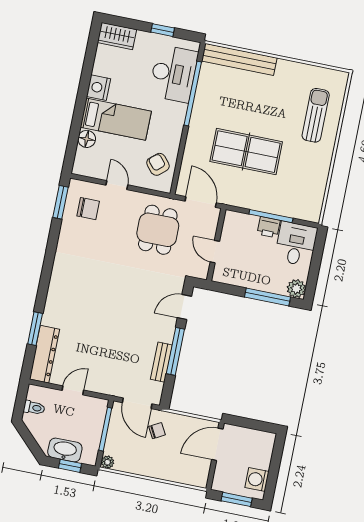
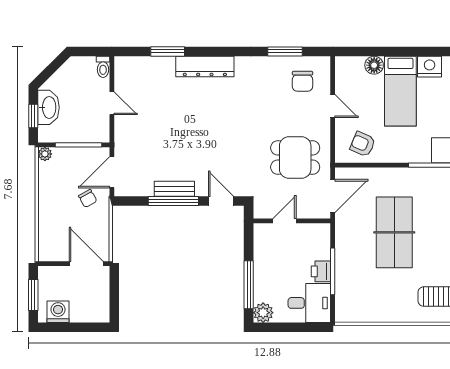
armchair: (158, 164) -> (363, 144), turned -116
door: (117, 185) -> (333, 106), hinge flipped
window: (61, 202) -> (285, 51), moved
dresser: (44, 354) -> (205, 66), moved
bench: (161, 362) -> (174, 189), moved
toilet: (34, 408) -> (103, 67), moved

